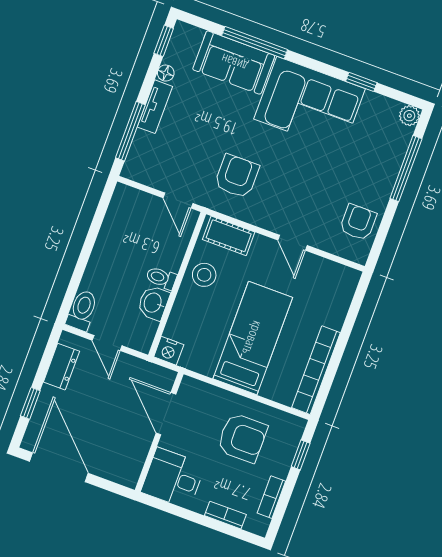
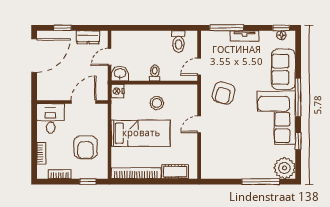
window: (255, 43) -> (298, 97), moved
floor lamp: (166, 73) -> (281, 35), moved
plant: (409, 116) -> (284, 168), width x1.88, depth x1.88
armchair: (237, 176) -> (224, 93), turned 106
armchair: (358, 222) -> (223, 167), removed
cot: (229, 236) -> (175, 172), moved, turned 90
door: (293, 243) -> (199, 124), moved
stool: (204, 275) -> (157, 103), moved
washbasin: (153, 303) -> (120, 74), moved
toilet: (82, 310) -> (179, 41), moved, turned 90

